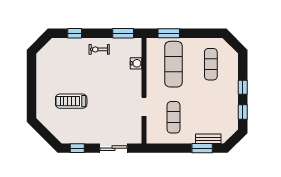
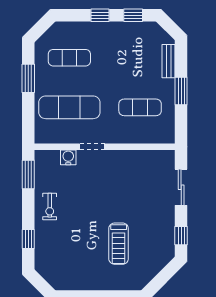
window: (169, 33) -> (28, 78), moved
doorway: (144, 107) -> (92, 147), moved
window: (202, 148) -> (181, 91), moved

